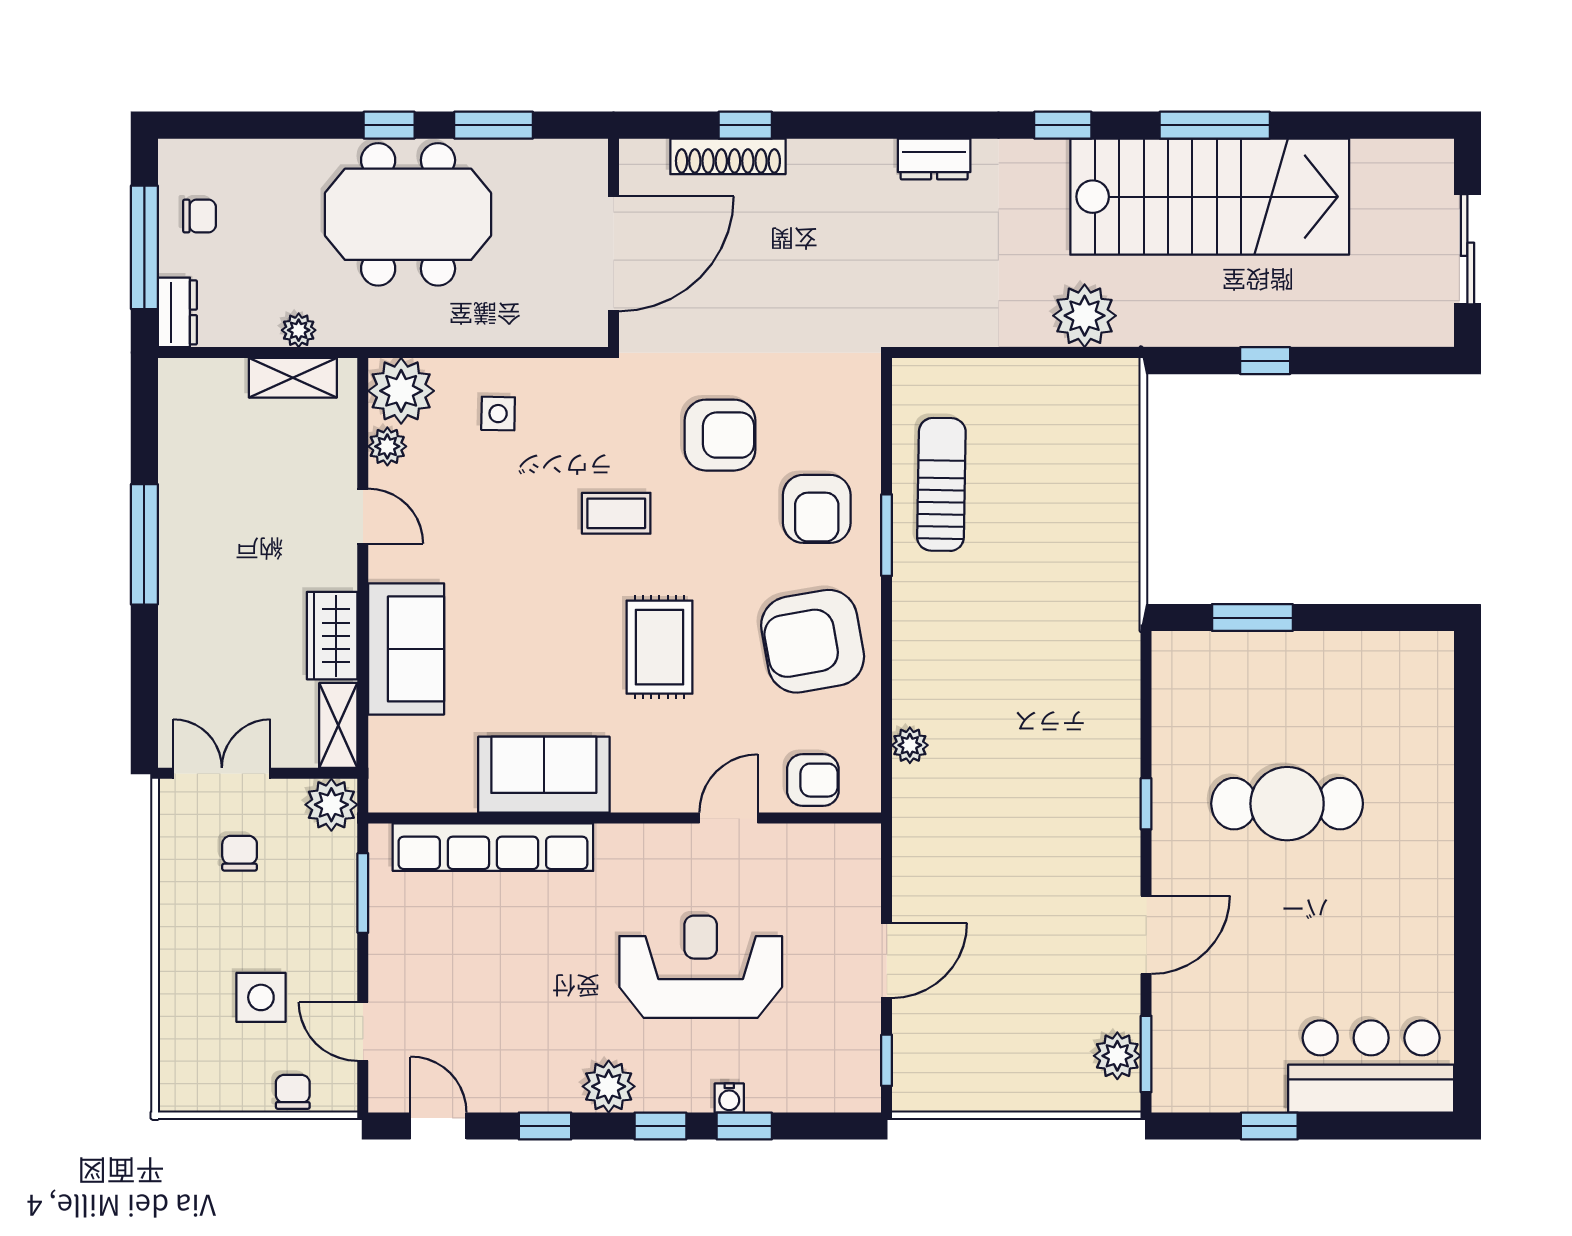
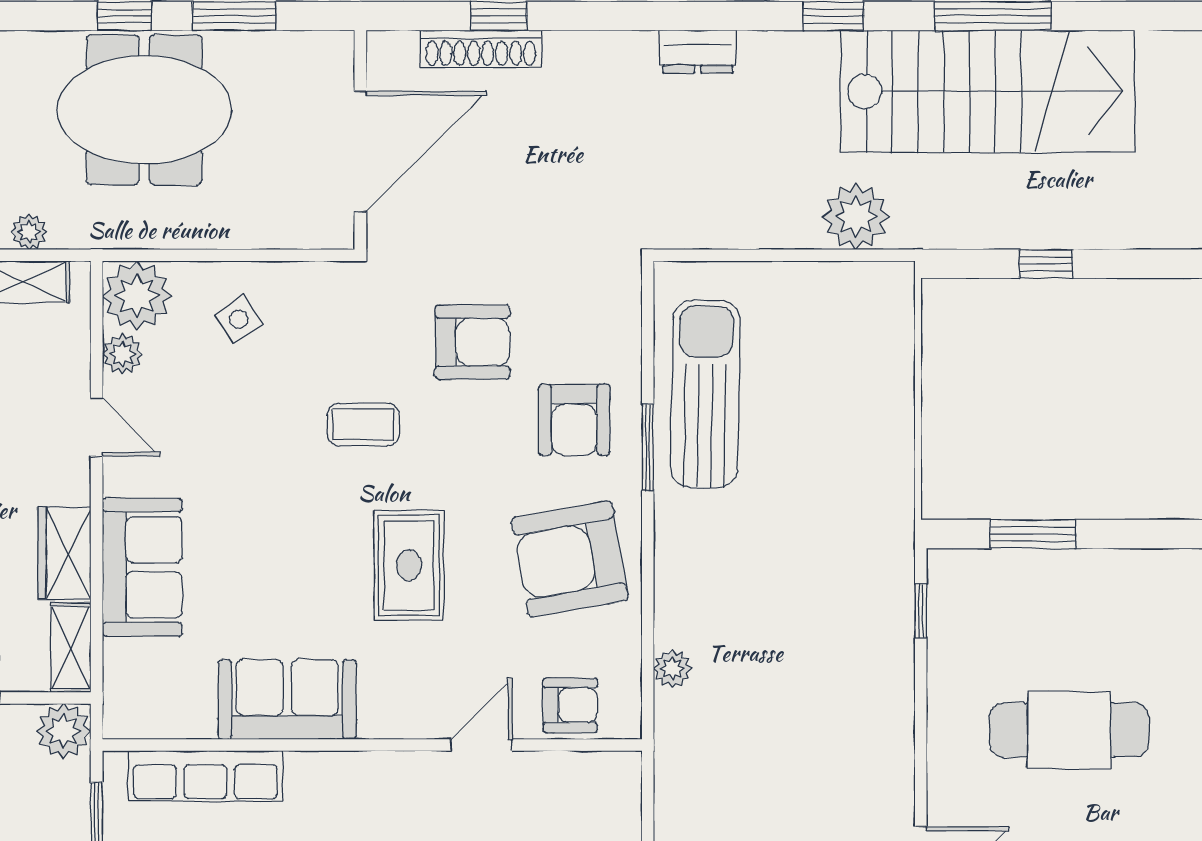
side table: (498, 414) -> (239, 319), turned -35
sun lounger: (941, 484) -> (705, 394), width x1.36, depth x1.34
window: (1146, 804) -> (921, 611), moved
row of seats: (493, 847) -> (205, 776), width x0.73

